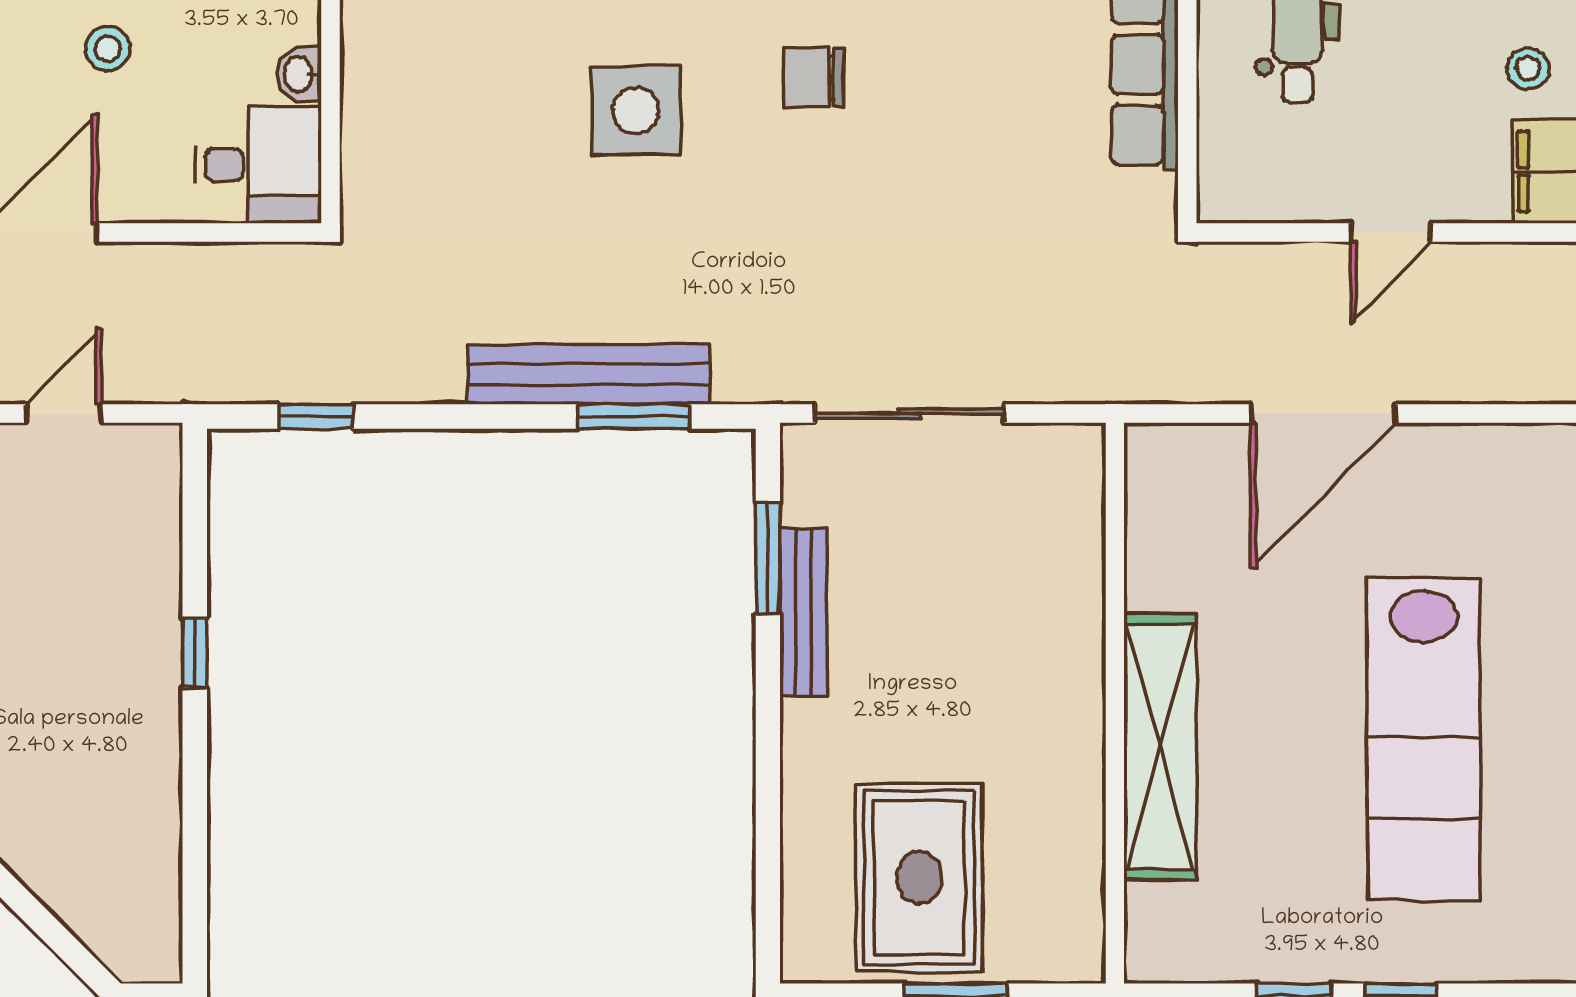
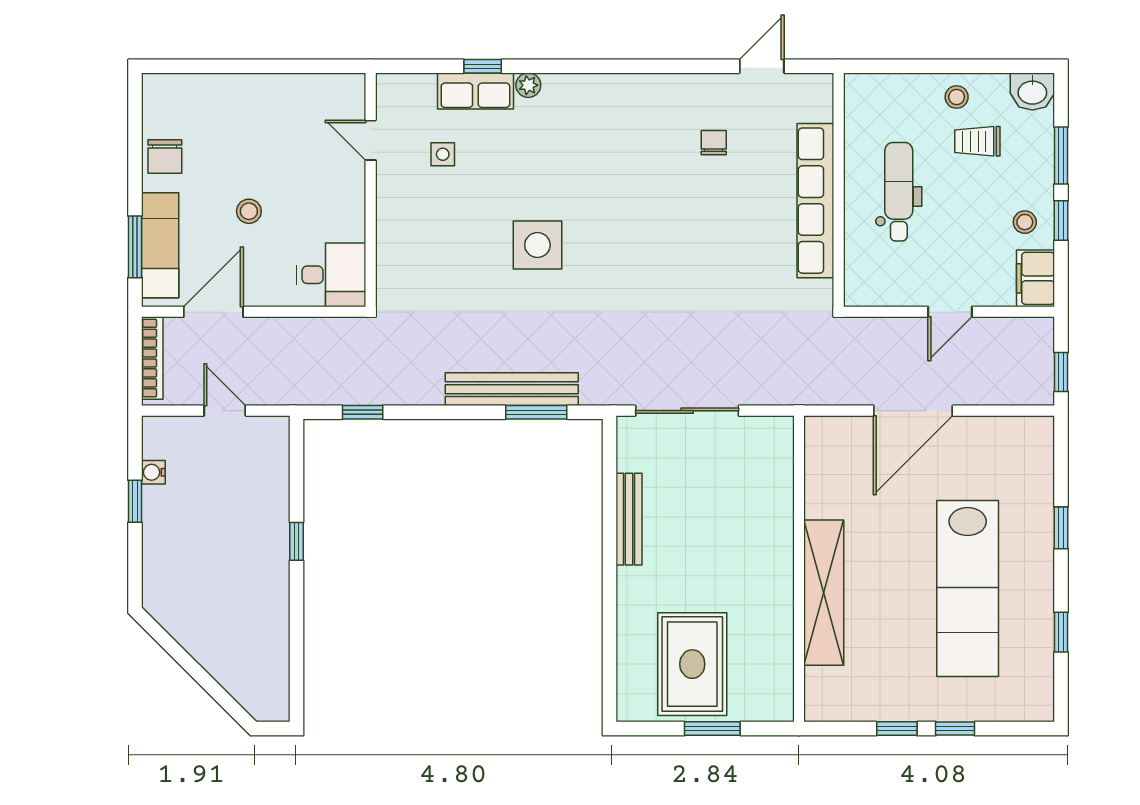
washbasin: (299, 74) -> (354, 225), removed
chair: (814, 77) -> (635, 227), removed
door: (63, 414) -> (225, 411), hinge flipped
window: (768, 559) -> (610, 490), removed

